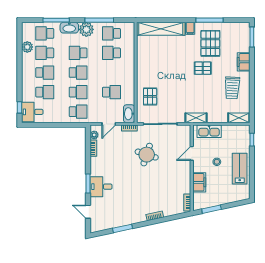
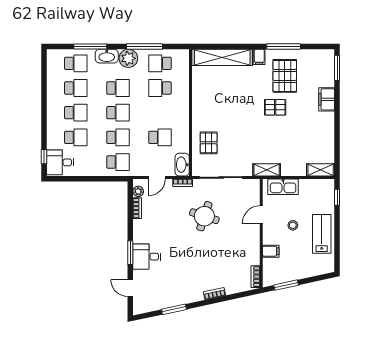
school desk: (45, 33) -> (76, 63), turned 180
plant: (27, 47) -> (54, 80), removed
school desk: (45, 53) -> (76, 88), turned 180
school desk: (78, 53) -> (118, 88), turned 180
trolley: (232, 88) -> (312, 132), removed
filing cabinet: (199, 182) -> (271, 251), width x0.50

